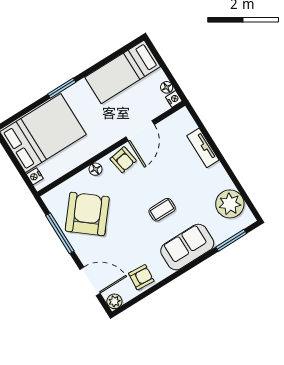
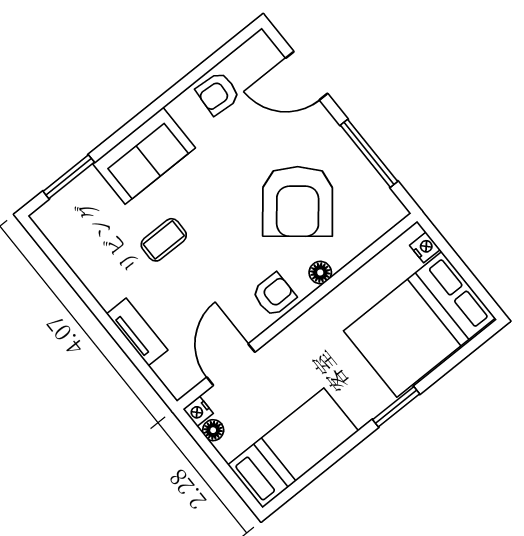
door: (140, 131) -> (231, 365), moved
armchair: (123, 160) -> (274, 295), turned 99
plant: (230, 204) -> (79, 240), removed
coffee table: (162, 210) -> (164, 240), moved
armchair: (87, 214) -> (298, 201), moved
plant: (114, 301) -> (260, 46), removed

